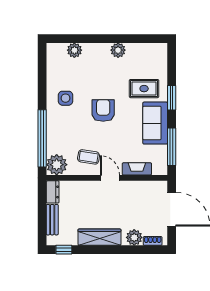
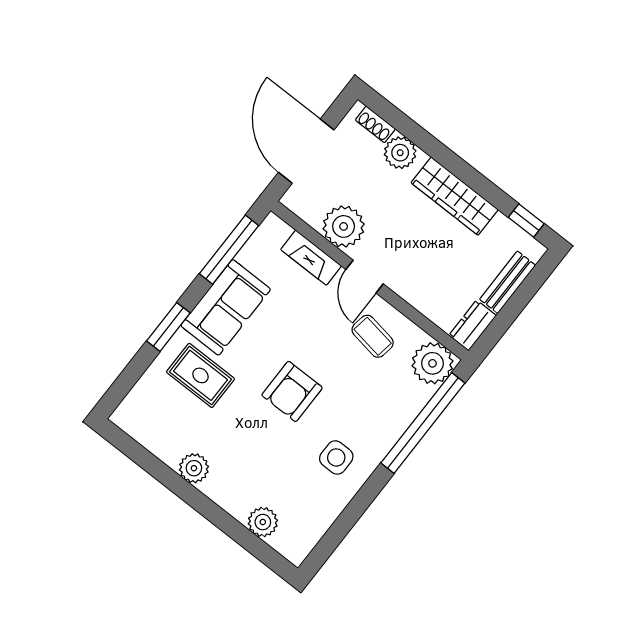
plant: (134, 191) -> (344, 226), added

